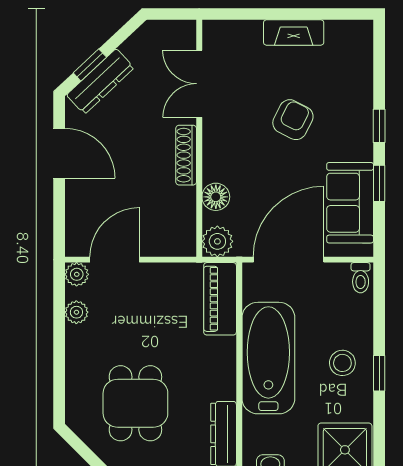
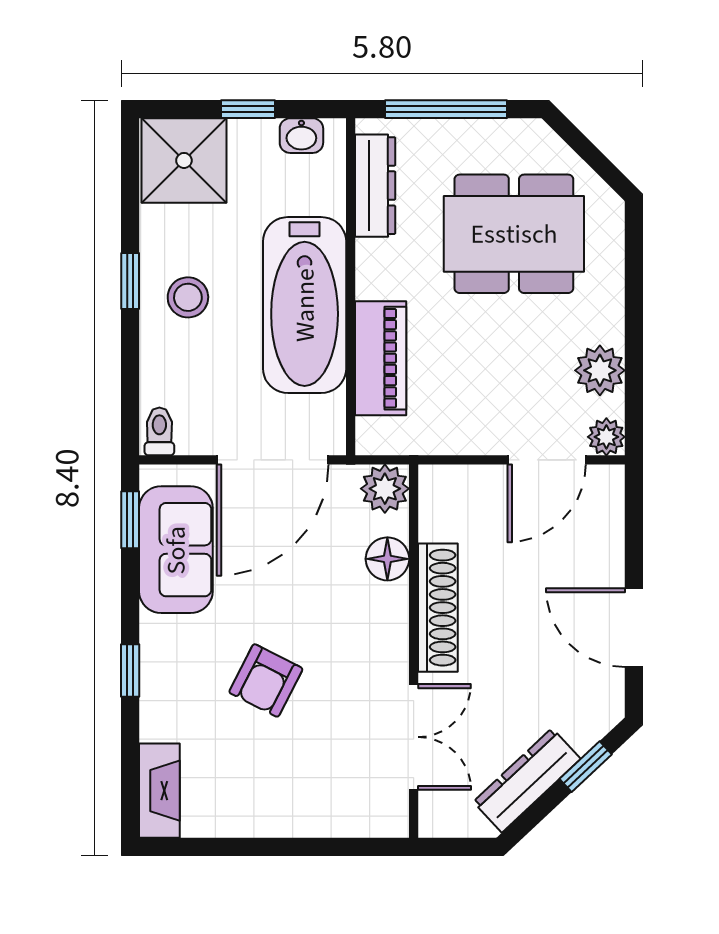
fireplace: (294, 33) -> (159, 791), moved, turned 90
dresser: (100, 81) -> (527, 780), moved
shoe rack: (186, 155) -> (438, 608), width x1.36, depth x1.24
window: (379, 183) -> (130, 520), moved
piano: (220, 299) -> (381, 358), moved
plant: (76, 312) -> (600, 370), width x1.38, depth x1.38
dining table: (135, 403) -> (514, 234), width x1.38

